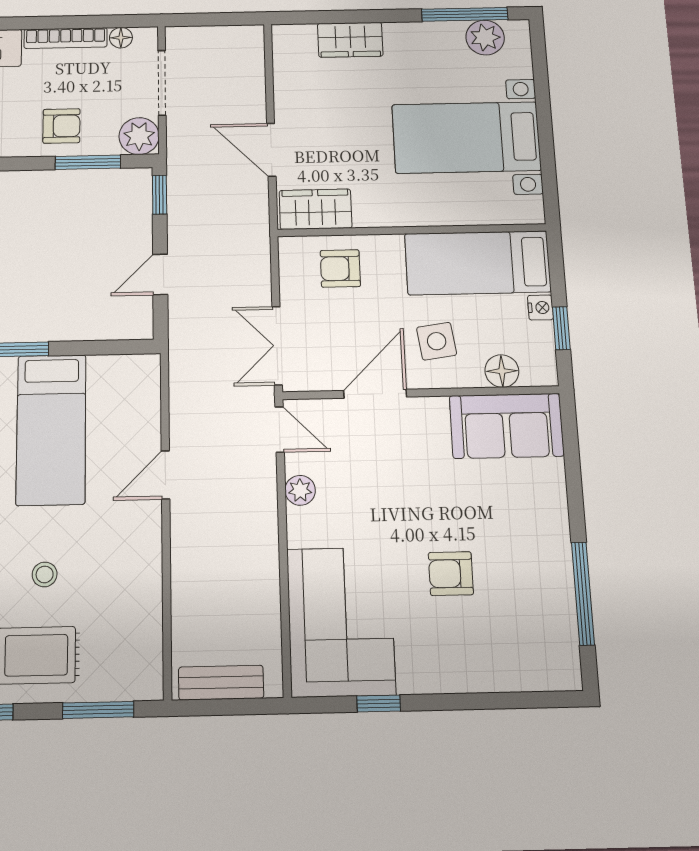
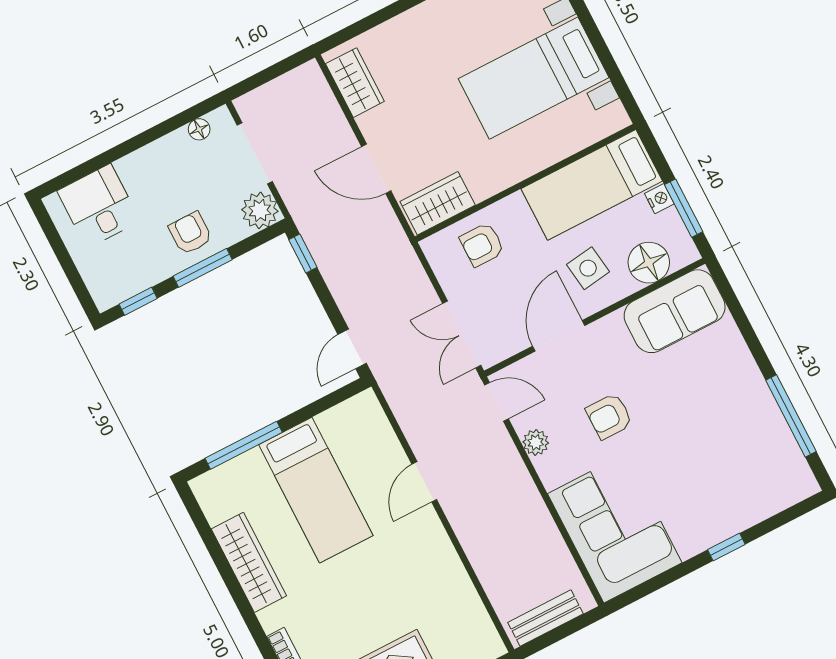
bookcase: (66, 38) -> (152, 153), removed
wardrobe: (350, 40) -> (355, 83), moved, turned -90
armchair: (61, 126) -> (190, 233), turned -90
window: (88, 162) -> (203, 268), moved
door: (160, 274) -> (352, 349), moved
window: (561, 328) -> (684, 208), width x1.50
floor lamp: (502, 371) -> (649, 263), width x1.38, depth x1.38
stool: (45, 574) -> (370, 604), removed
armchair: (451, 574) -> (609, 416), moved
window: (379, 703) -> (726, 547), moved

